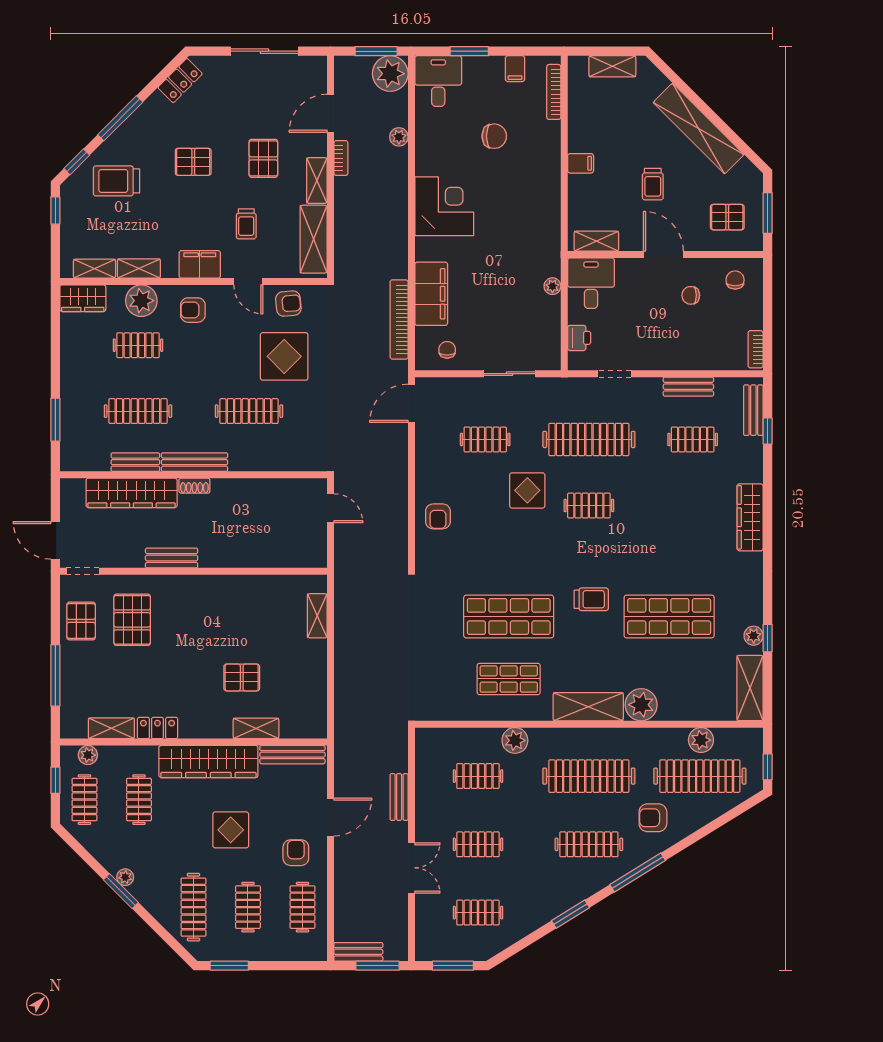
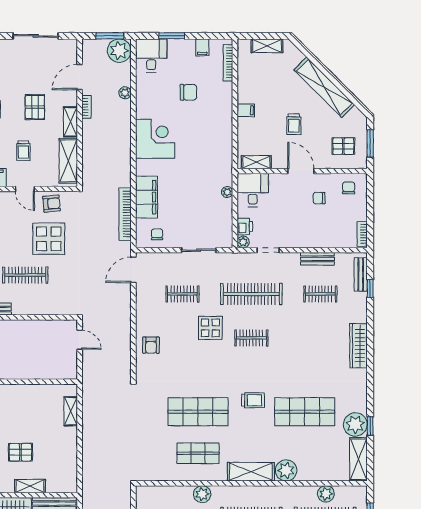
plant: (577, 361) -> (243, 242), added
plant: (754, 636) -> (355, 424), width x1.88, depth x1.88

